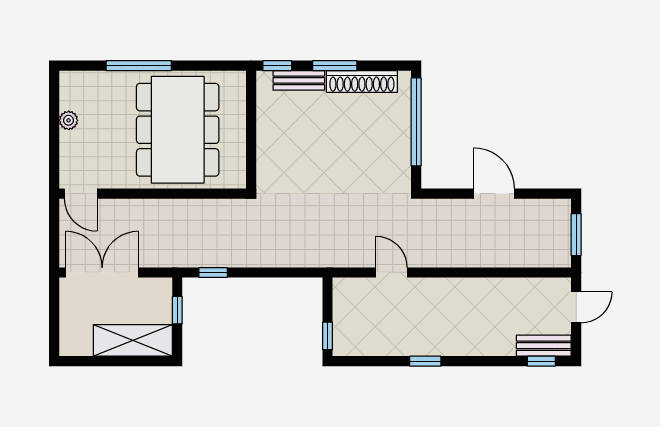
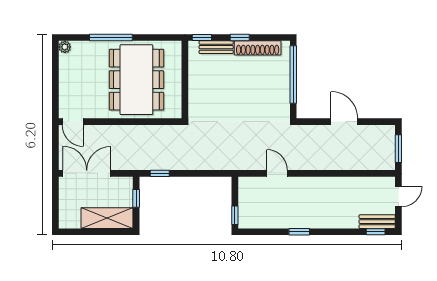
window: (335, 66) -> (240, 37), width x0.67
plant: (69, 120) -> (65, 47), moved

